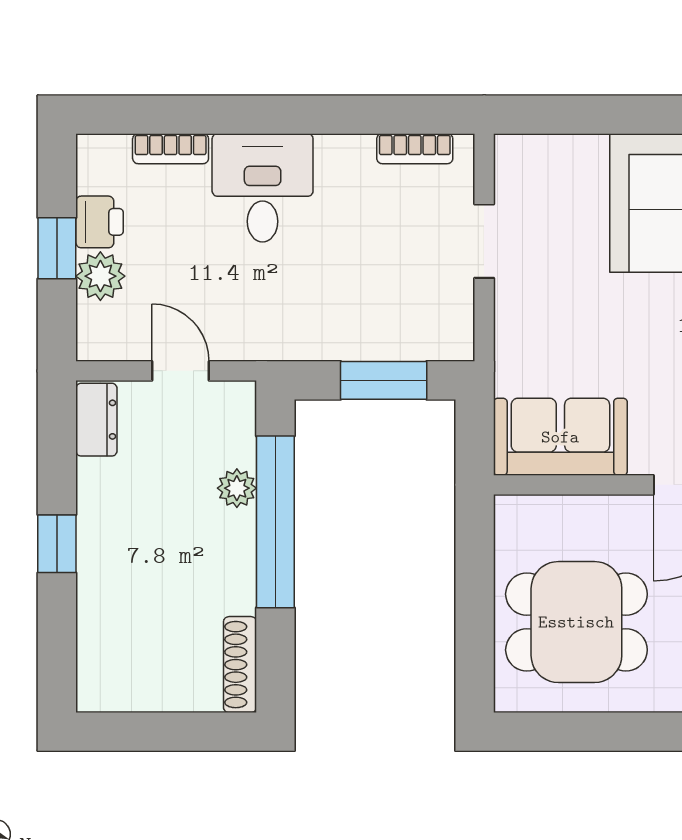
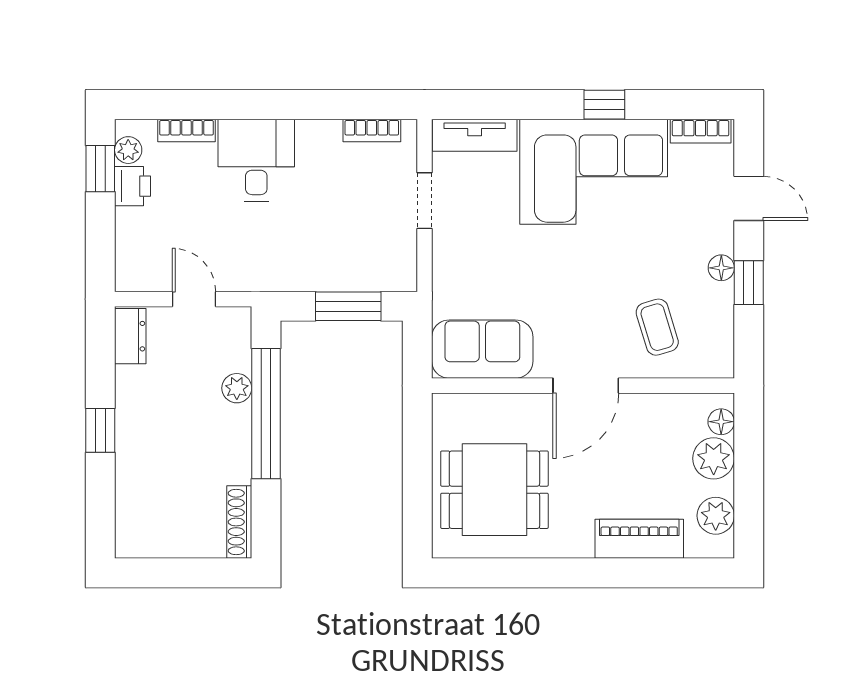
tv unit: (550, 155) -> (475, 135), added
window: (57, 248) -> (100, 169), moved
plant: (100, 276) -> (128, 150), moved, width x0.73, depth x0.73

